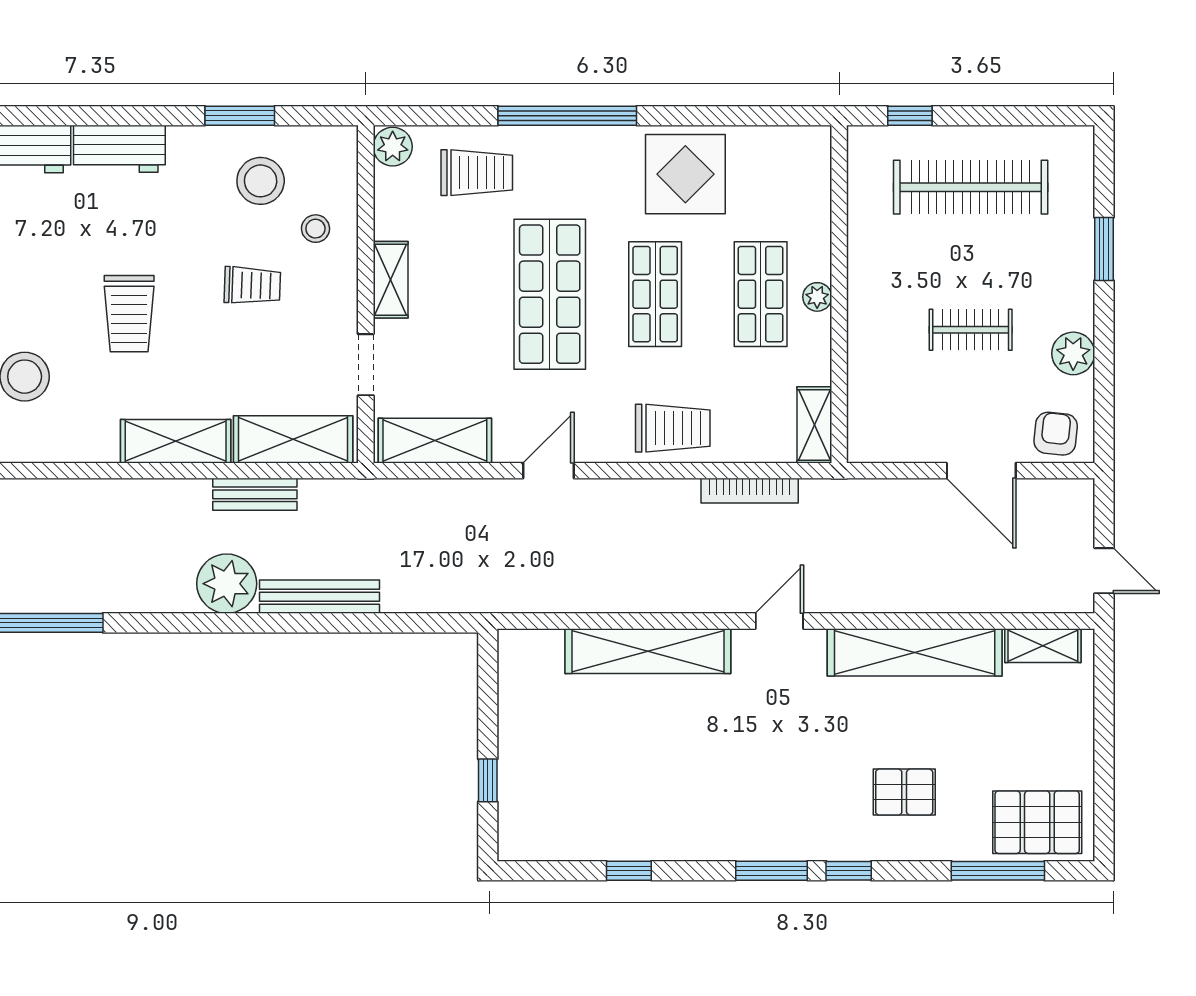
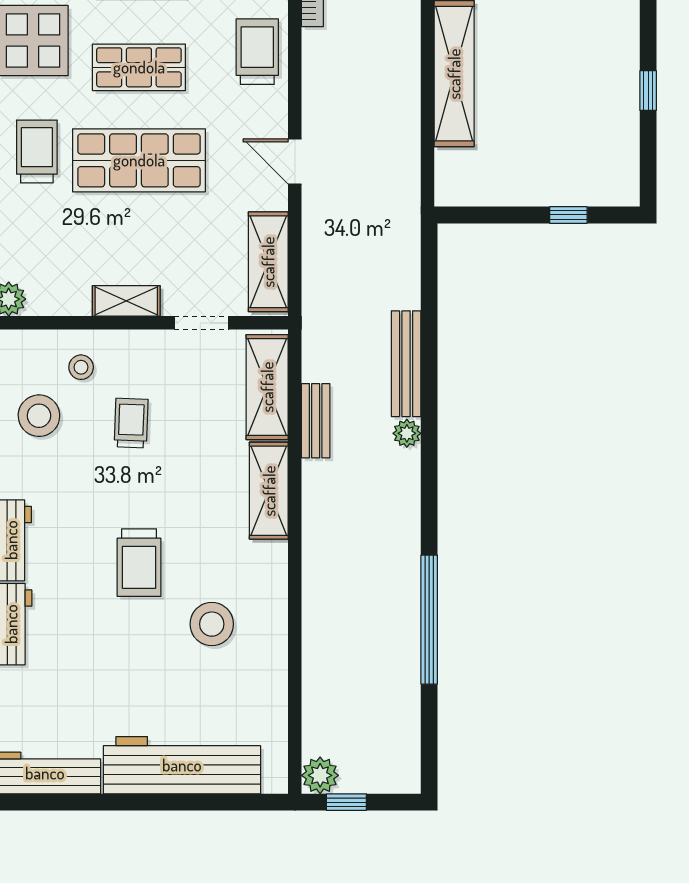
trolley: (477, 173) -> (37, 152), moved
trolley: (129, 314) -> (139, 563), moved, turned 90
plant: (227, 584) -> (407, 433), width x0.53, depth x0.53

